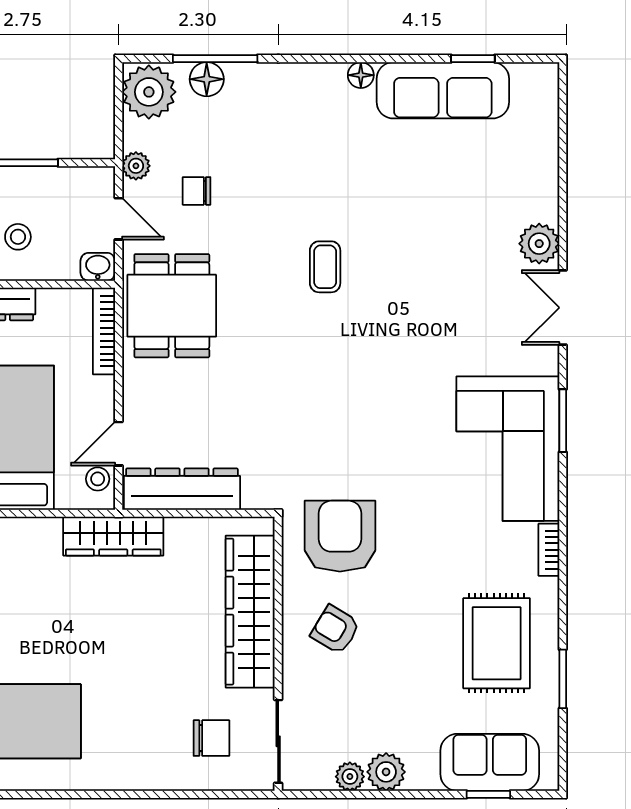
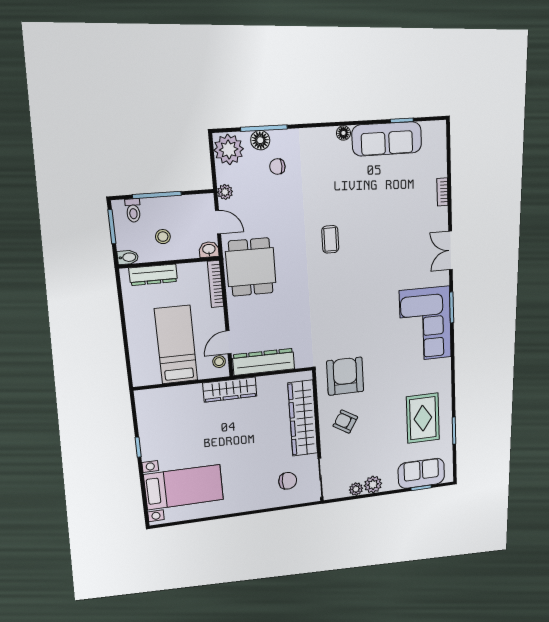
chair: (197, 191) -> (277, 167), moved
plant: (539, 244) -> (438, 218), removed
bookcase: (549, 550) -> (442, 192), moved

